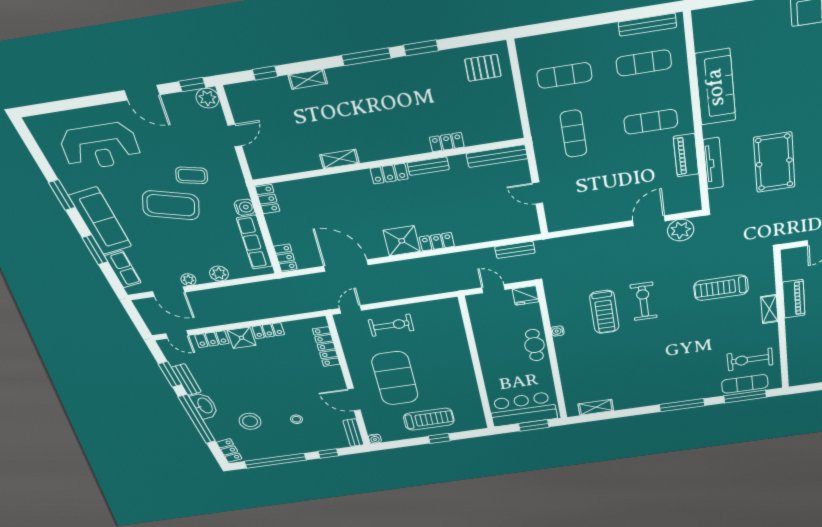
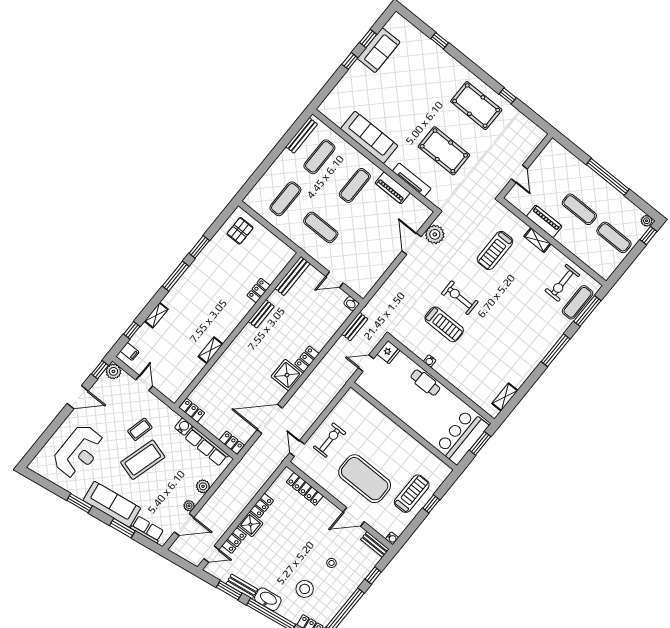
filing cabinet: (244, 92) -> (130, 351), added
locker: (389, 174) -> (244, 337), removed
washbasin: (532, 227) -> (351, 304), added

